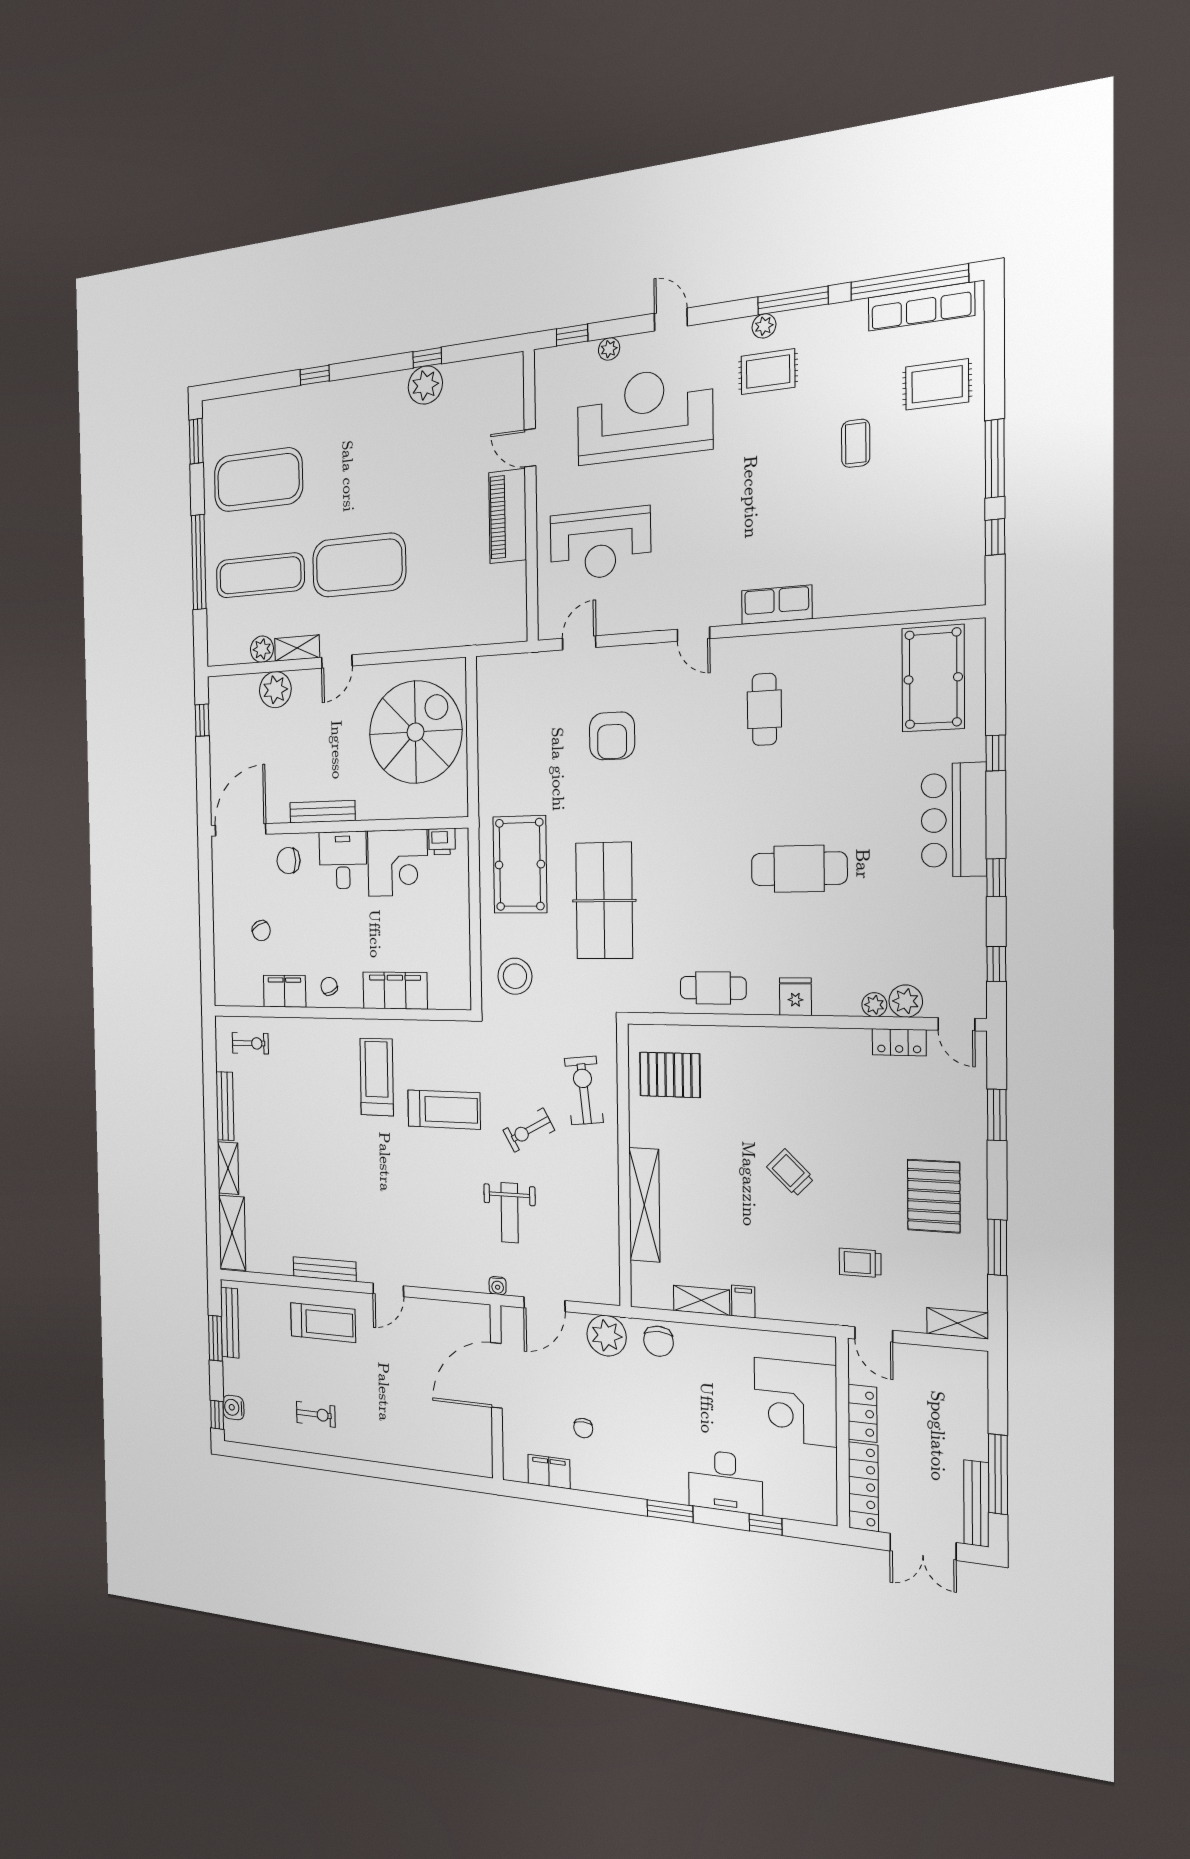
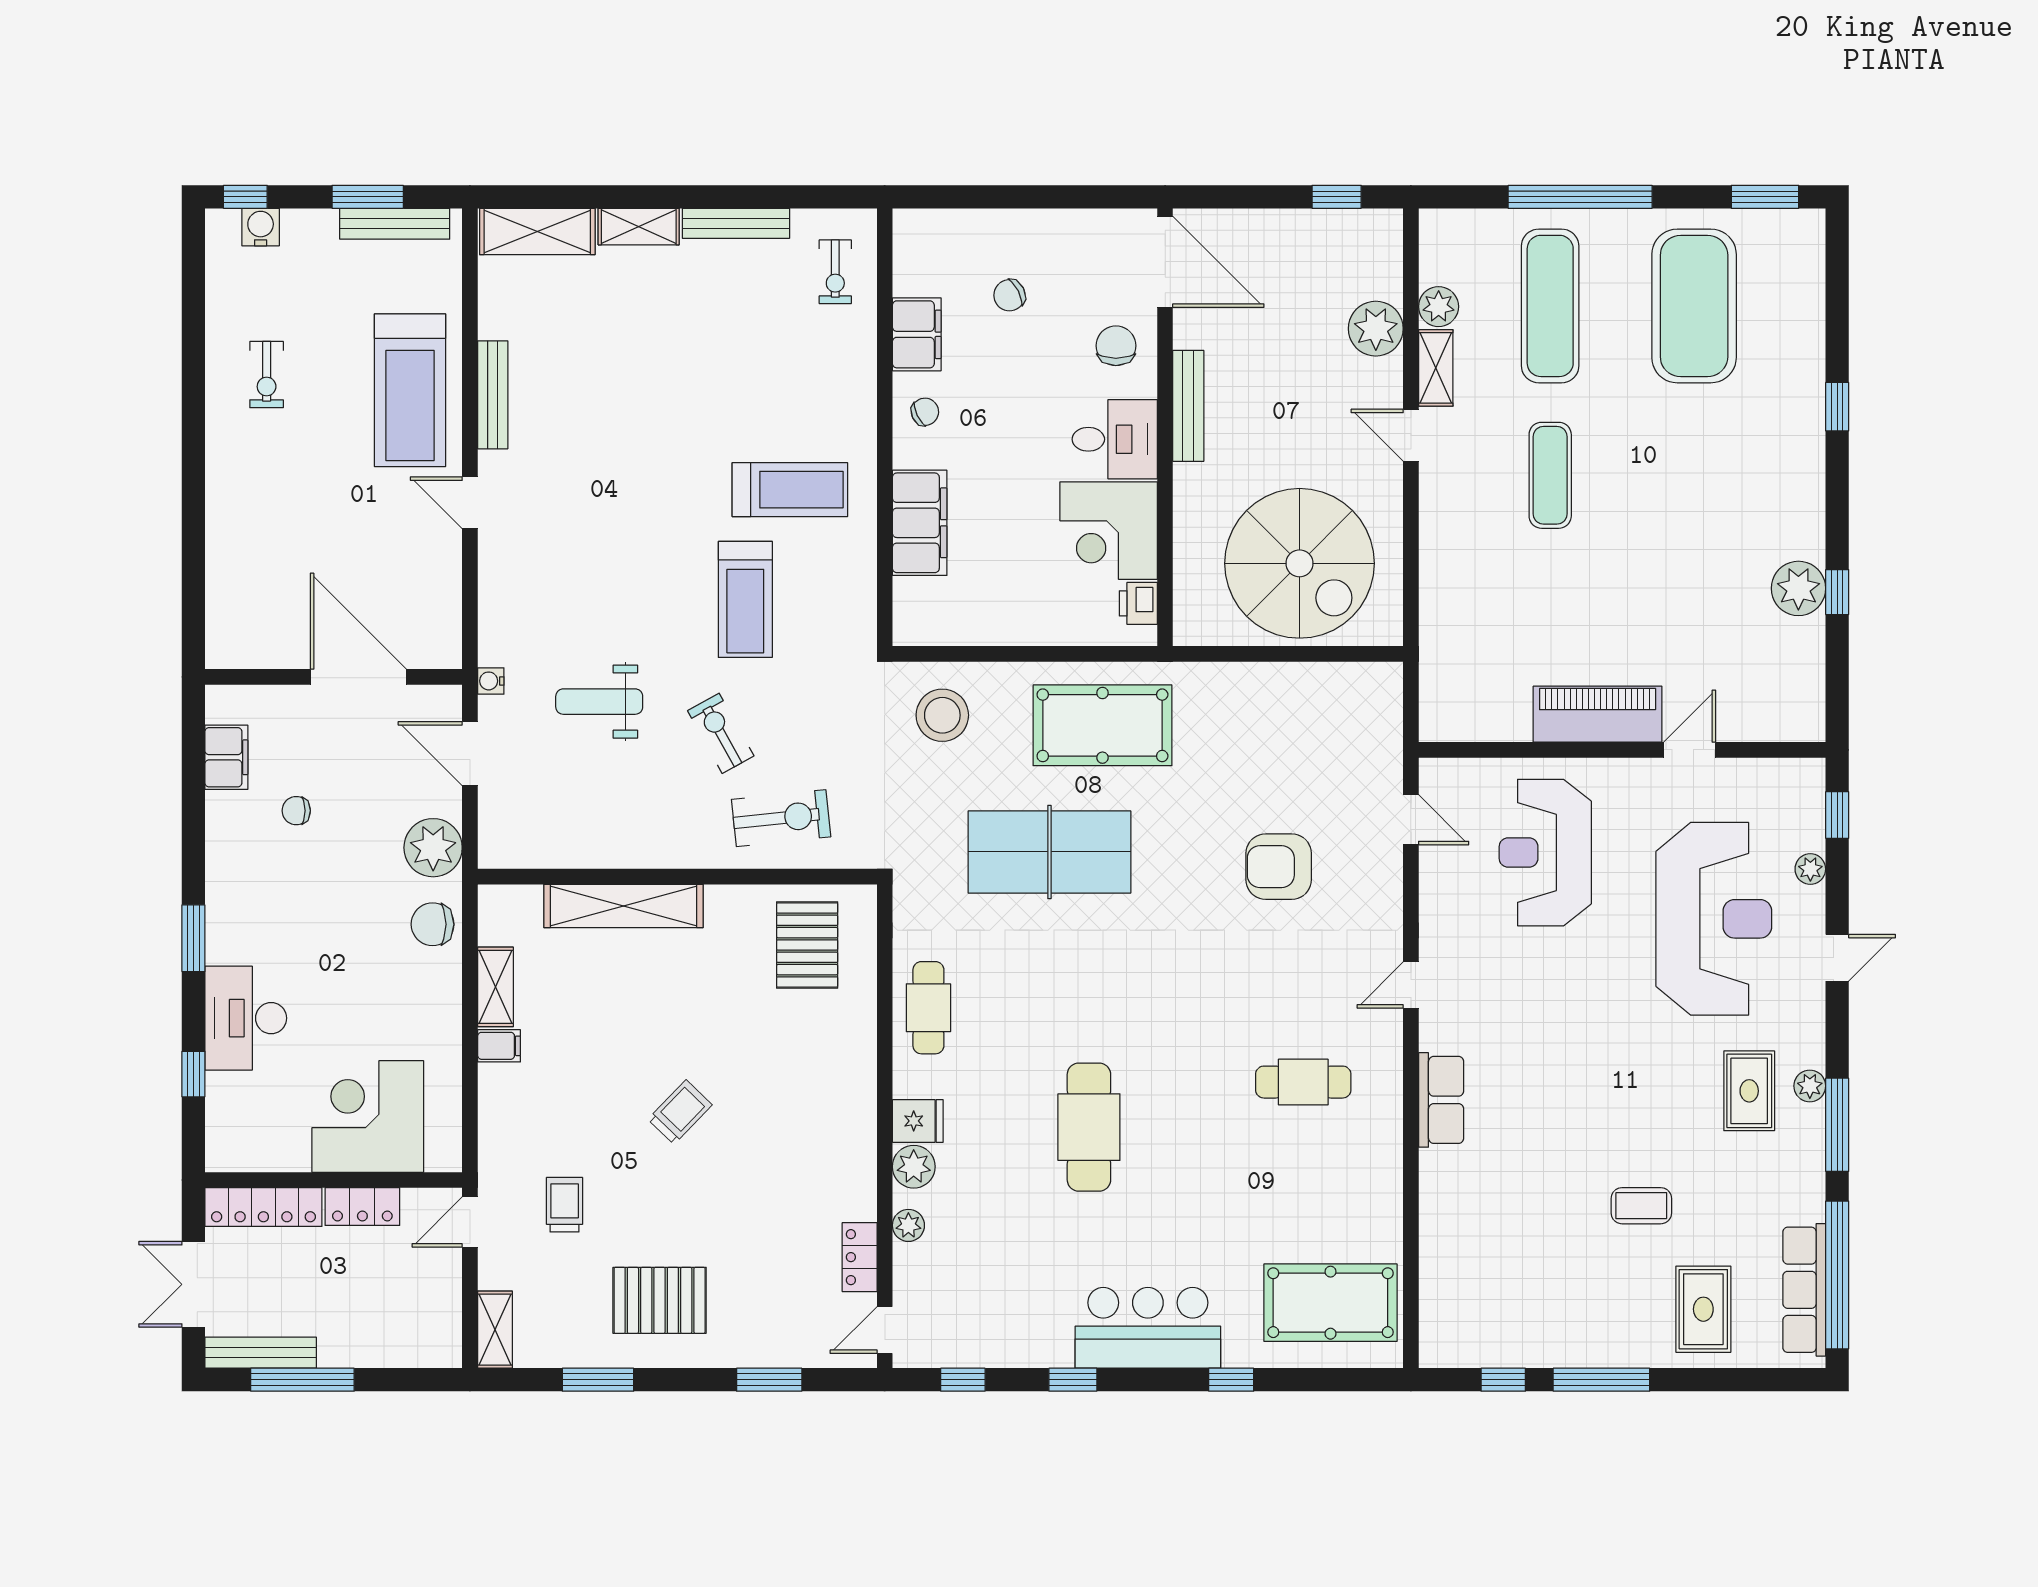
exercise mat: (359, 565) -> (1550, 475), width x0.50, depth x0.69
plant: (906, 1001) -> (914, 1167), moved
treadmill: (323, 1323) -> (410, 390), width x1.37, depth x1.38

